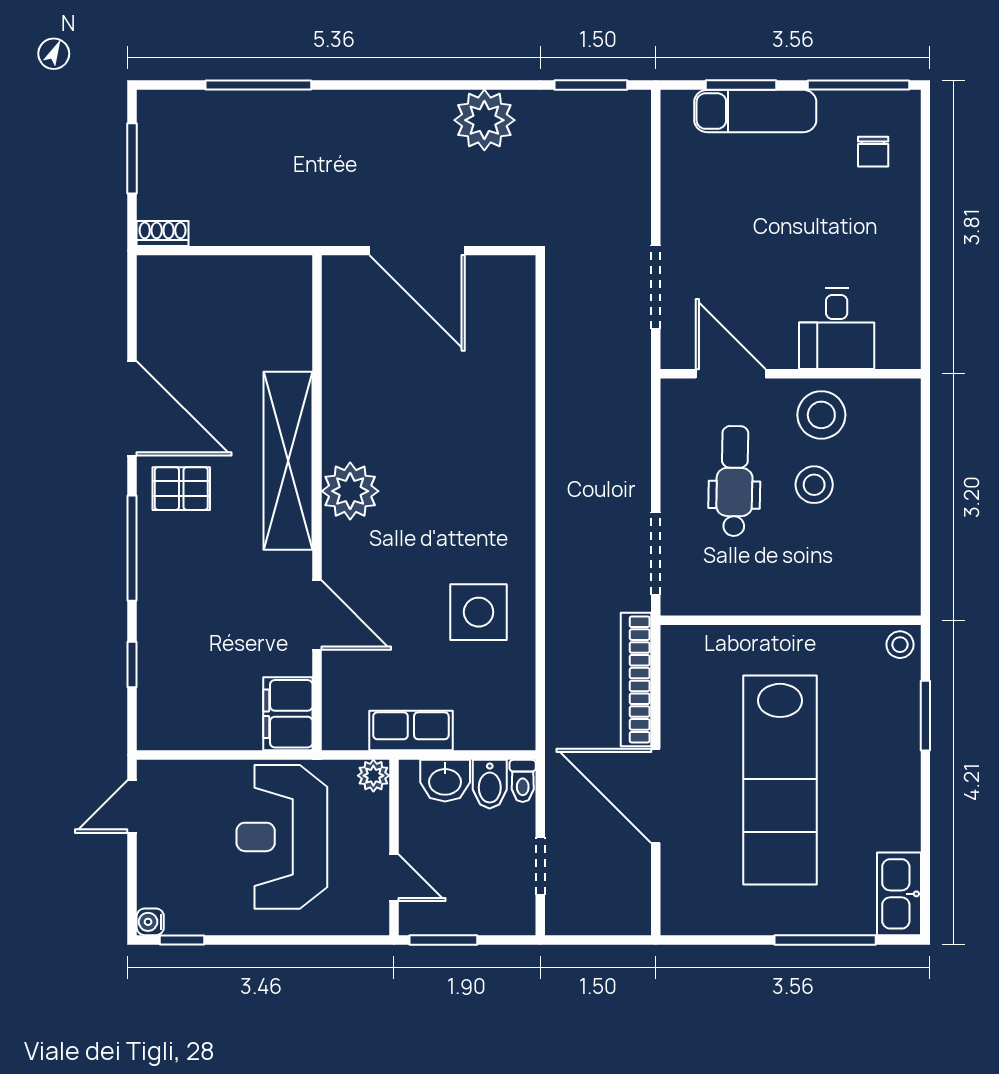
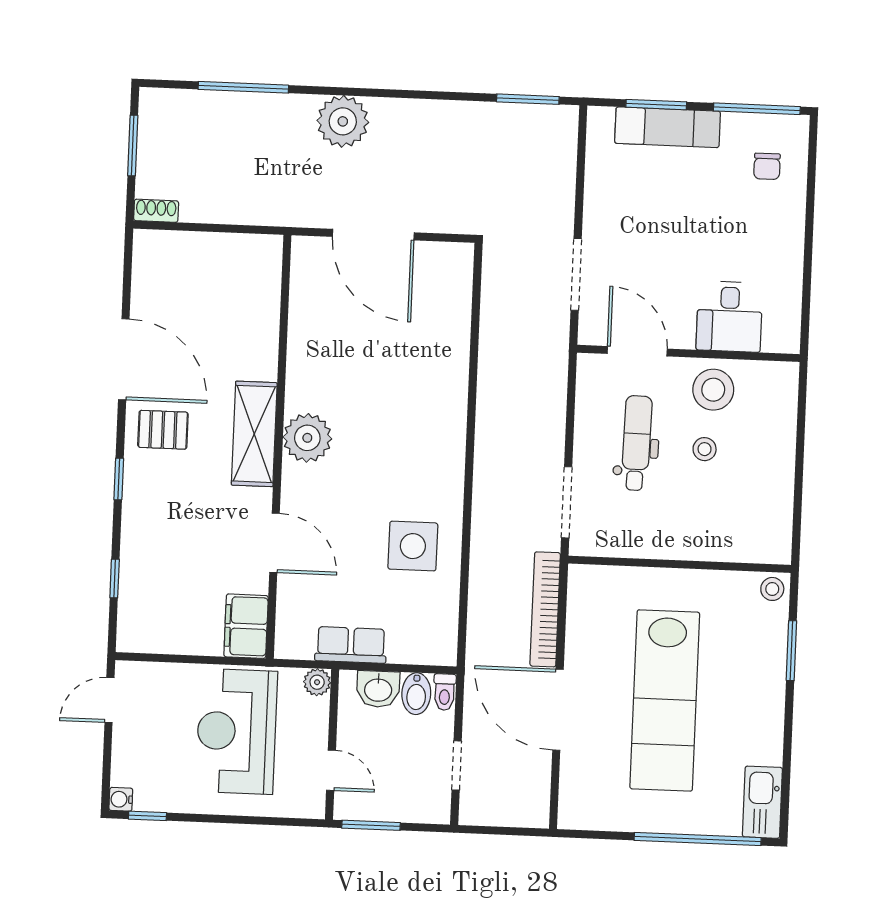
plant: (484, 120) -> (343, 121), moved
shelving: (288, 461) -> (254, 434), width x0.68
stool: (814, 485) -> (705, 449), width x0.73, depth x0.73
window: (132, 548) -> (119, 479), width x0.46
window: (825, 940) -> (698, 839), width x1.46

